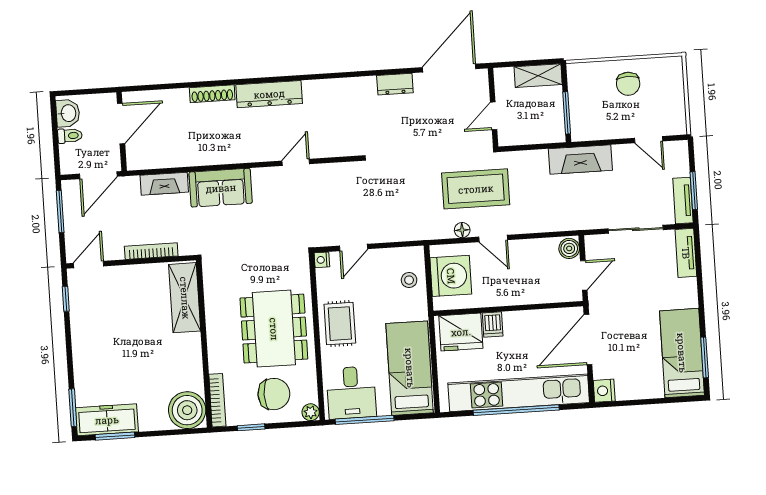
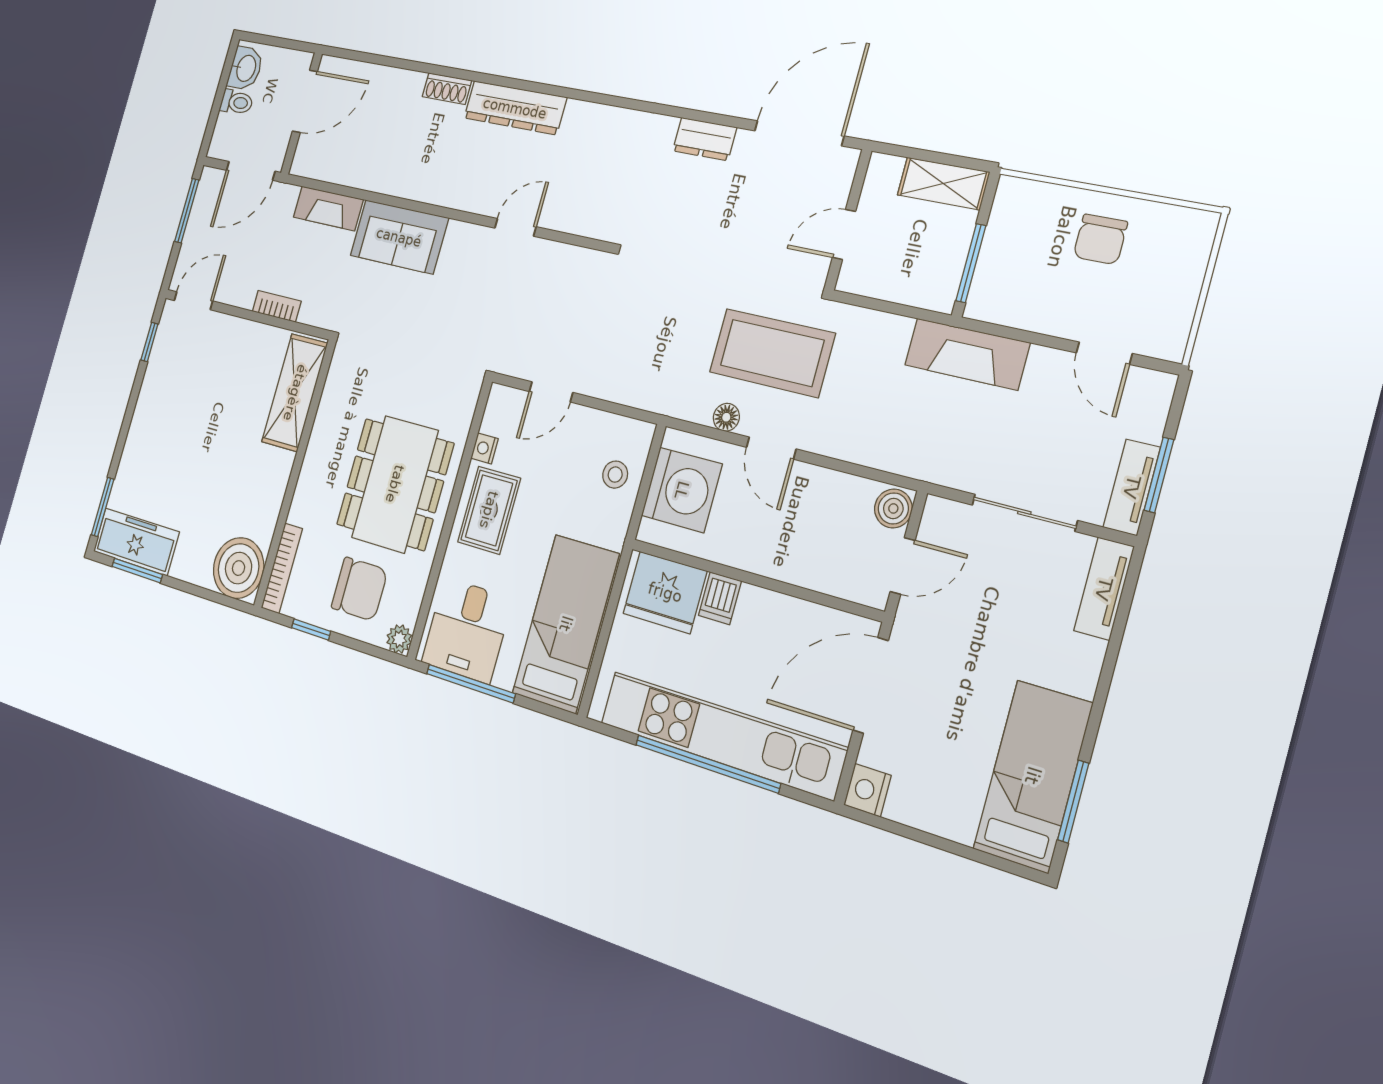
shoe rack: (212, 94) -> (447, 89), width x0.70
bookcase: (151, 251) -> (277, 306), width x0.64
nightstand: (322, 260) -> (484, 448), moved

